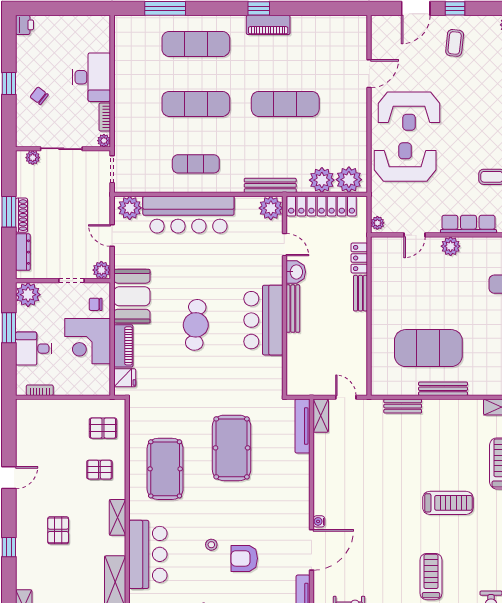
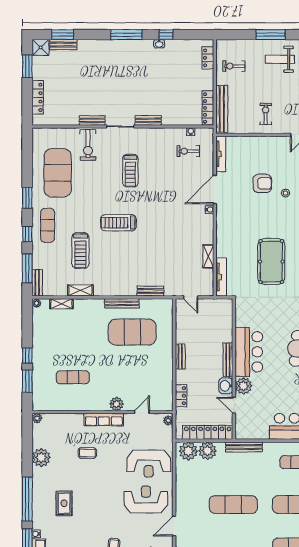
plant: (271, 208) -> (244, 386), moved
bench: (360, 293) -> (180, 357), moved
shelving: (321, 416) -> (208, 256), moved

